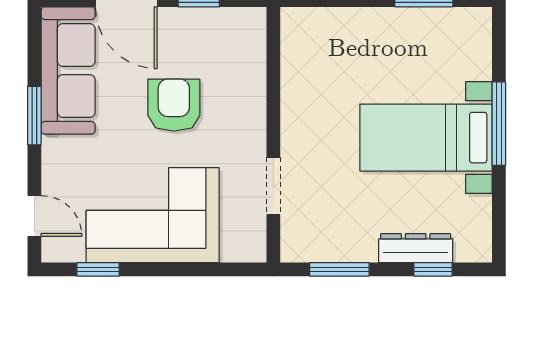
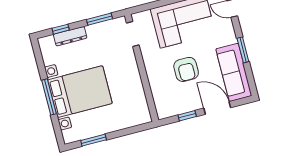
bed with nightstands: (426, 138) -> (80, 92), width x1.36
doorway: (273, 186) -> (133, 34), moved

